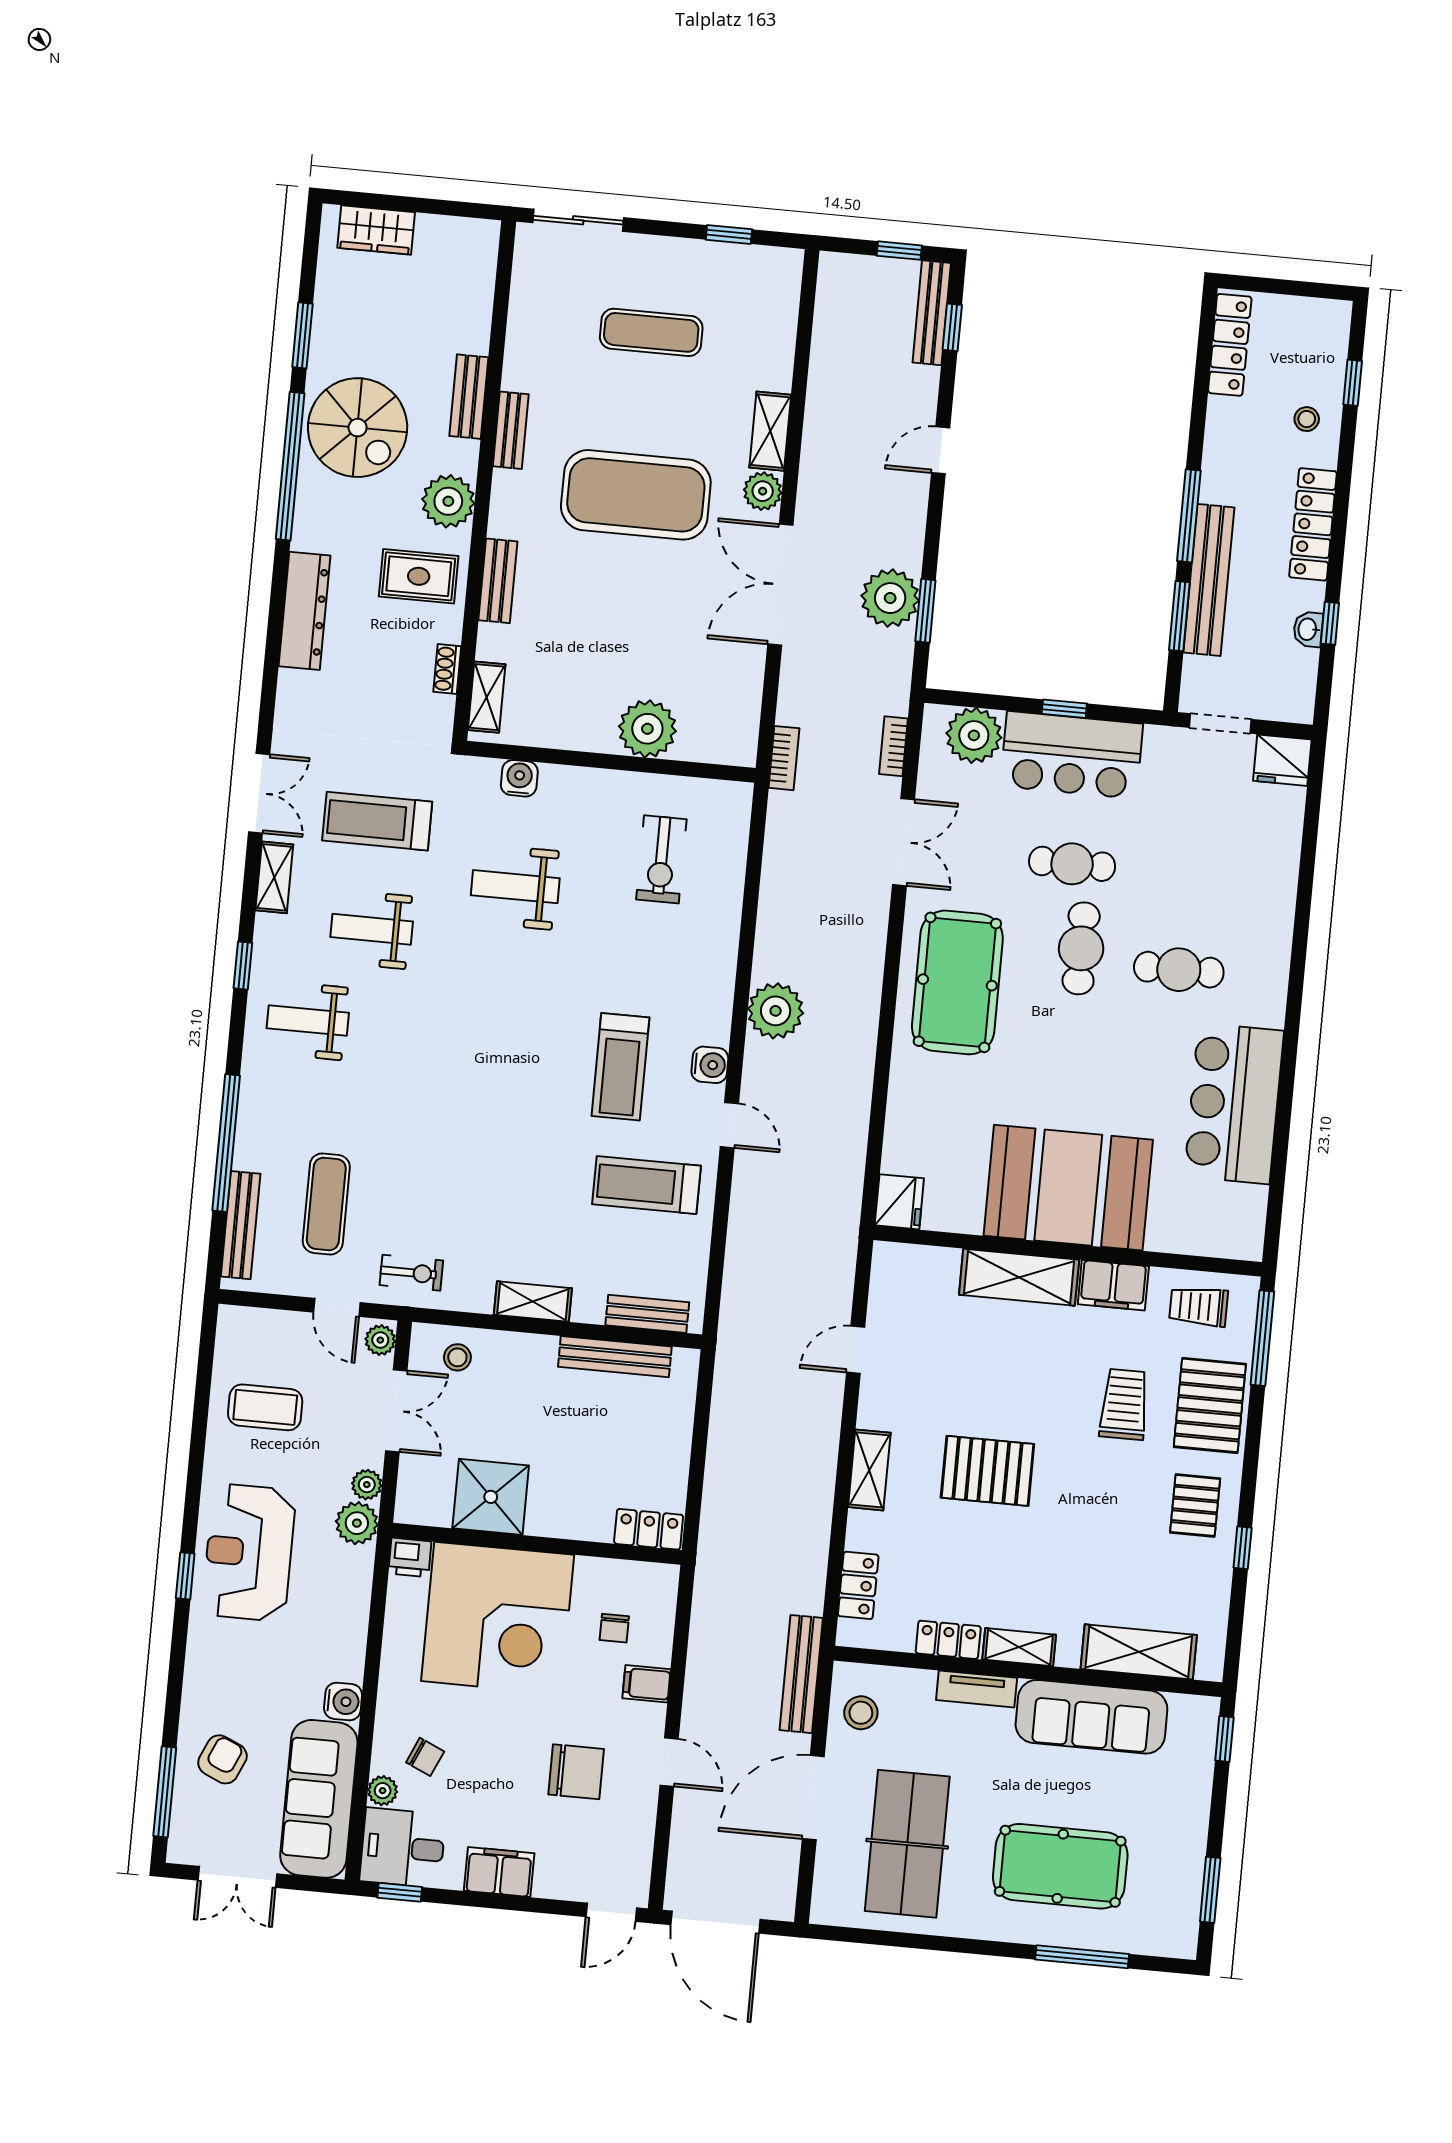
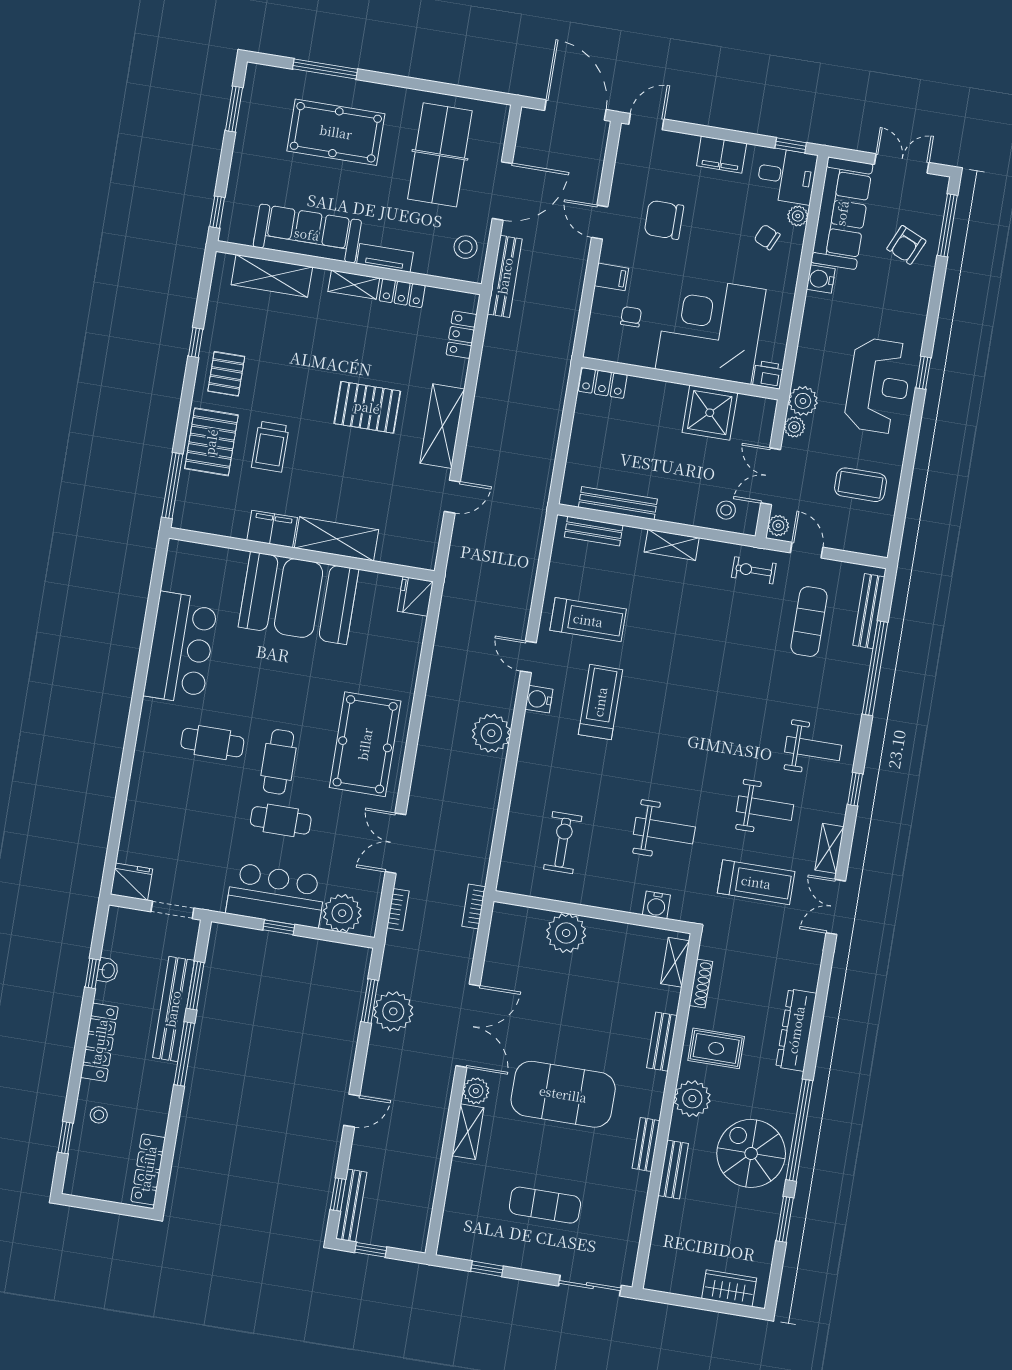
shoe rack: (447, 669) -> (701, 983), width x1.43
trolley: (1199, 1306) -> (215, 510), removed
shelving: (869, 1470) -> (442, 426), width x1.50, depth x1.33

